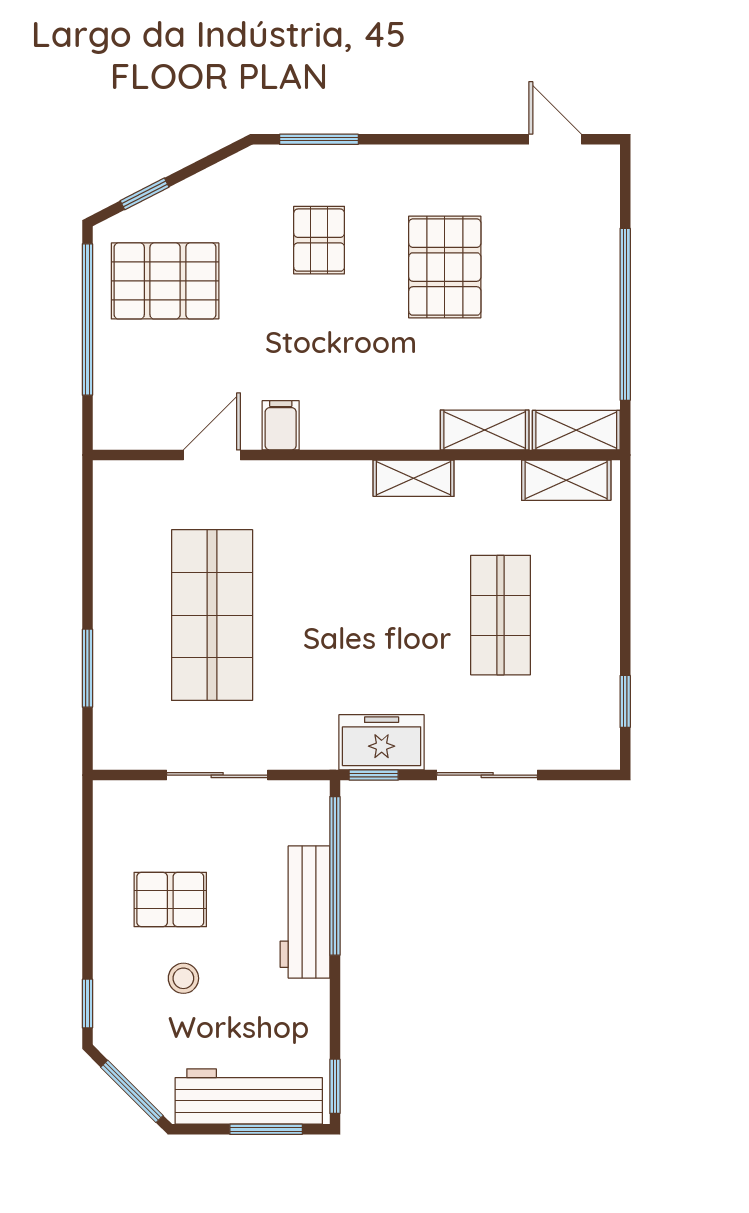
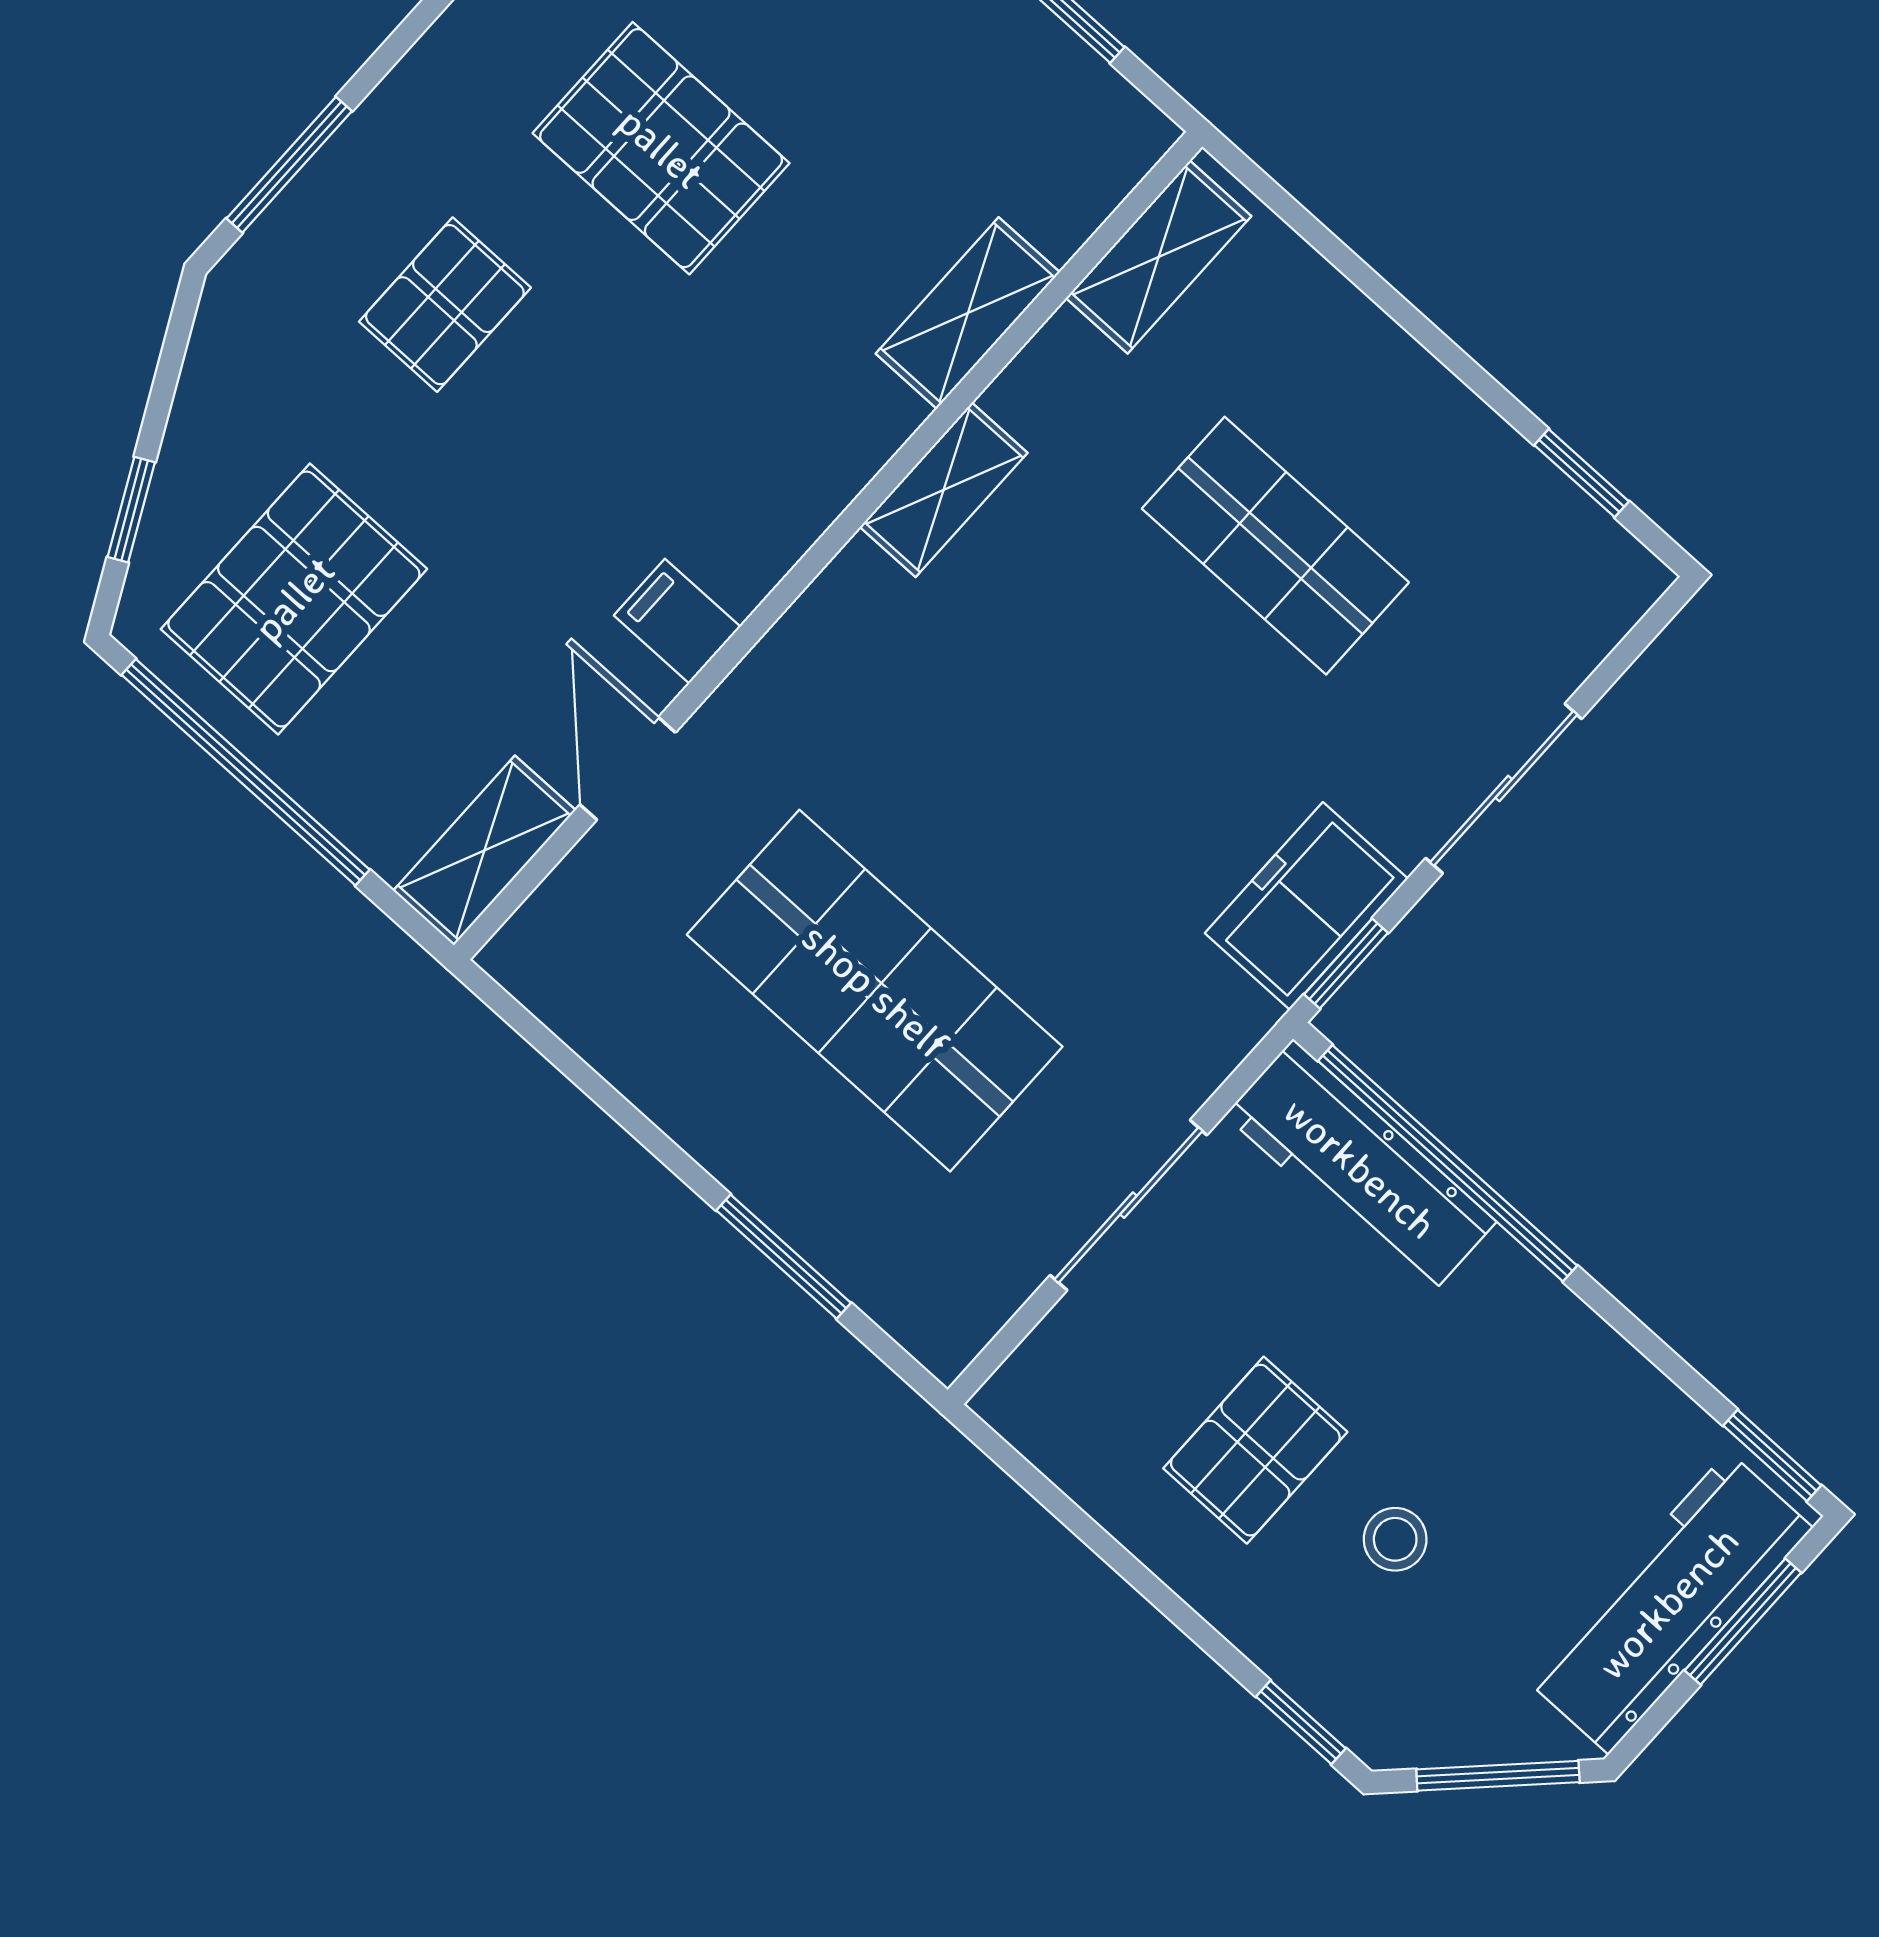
pallet: (319, 240) -> (445, 305), turned 90
shelving: (576, 430) -> (484, 850), moved
workbench: (305, 912) -> (1360, 1168), moved

